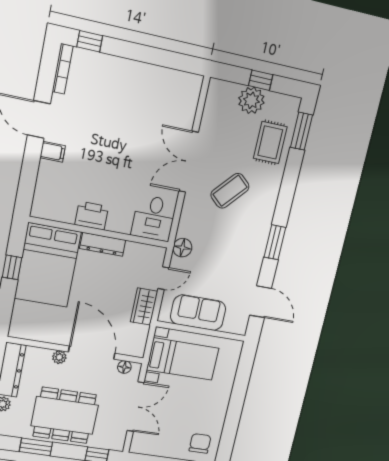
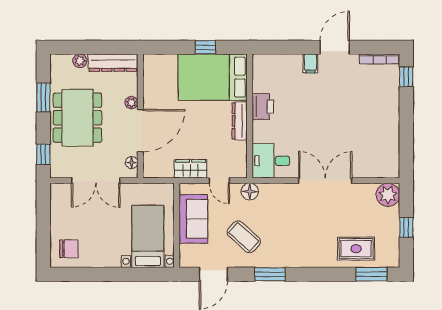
plant: (251, 100) -> (388, 195), moved
coffee table: (230, 191) -> (244, 237), moved
bed with nightstands: (183, 359) -> (148, 236), moved, turned 180

